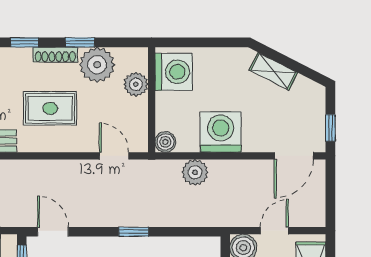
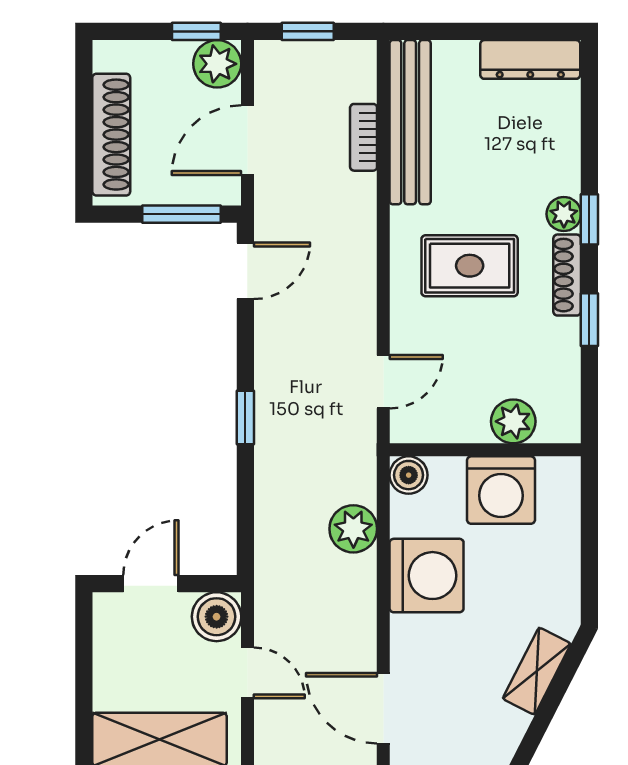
plant: (97, 65) -> (564, 214), moved, width x0.53, depth x0.53
washing machine: (174, 72) -> (501, 490), moved
rug: (50, 108) -> (470, 266), turned 90

